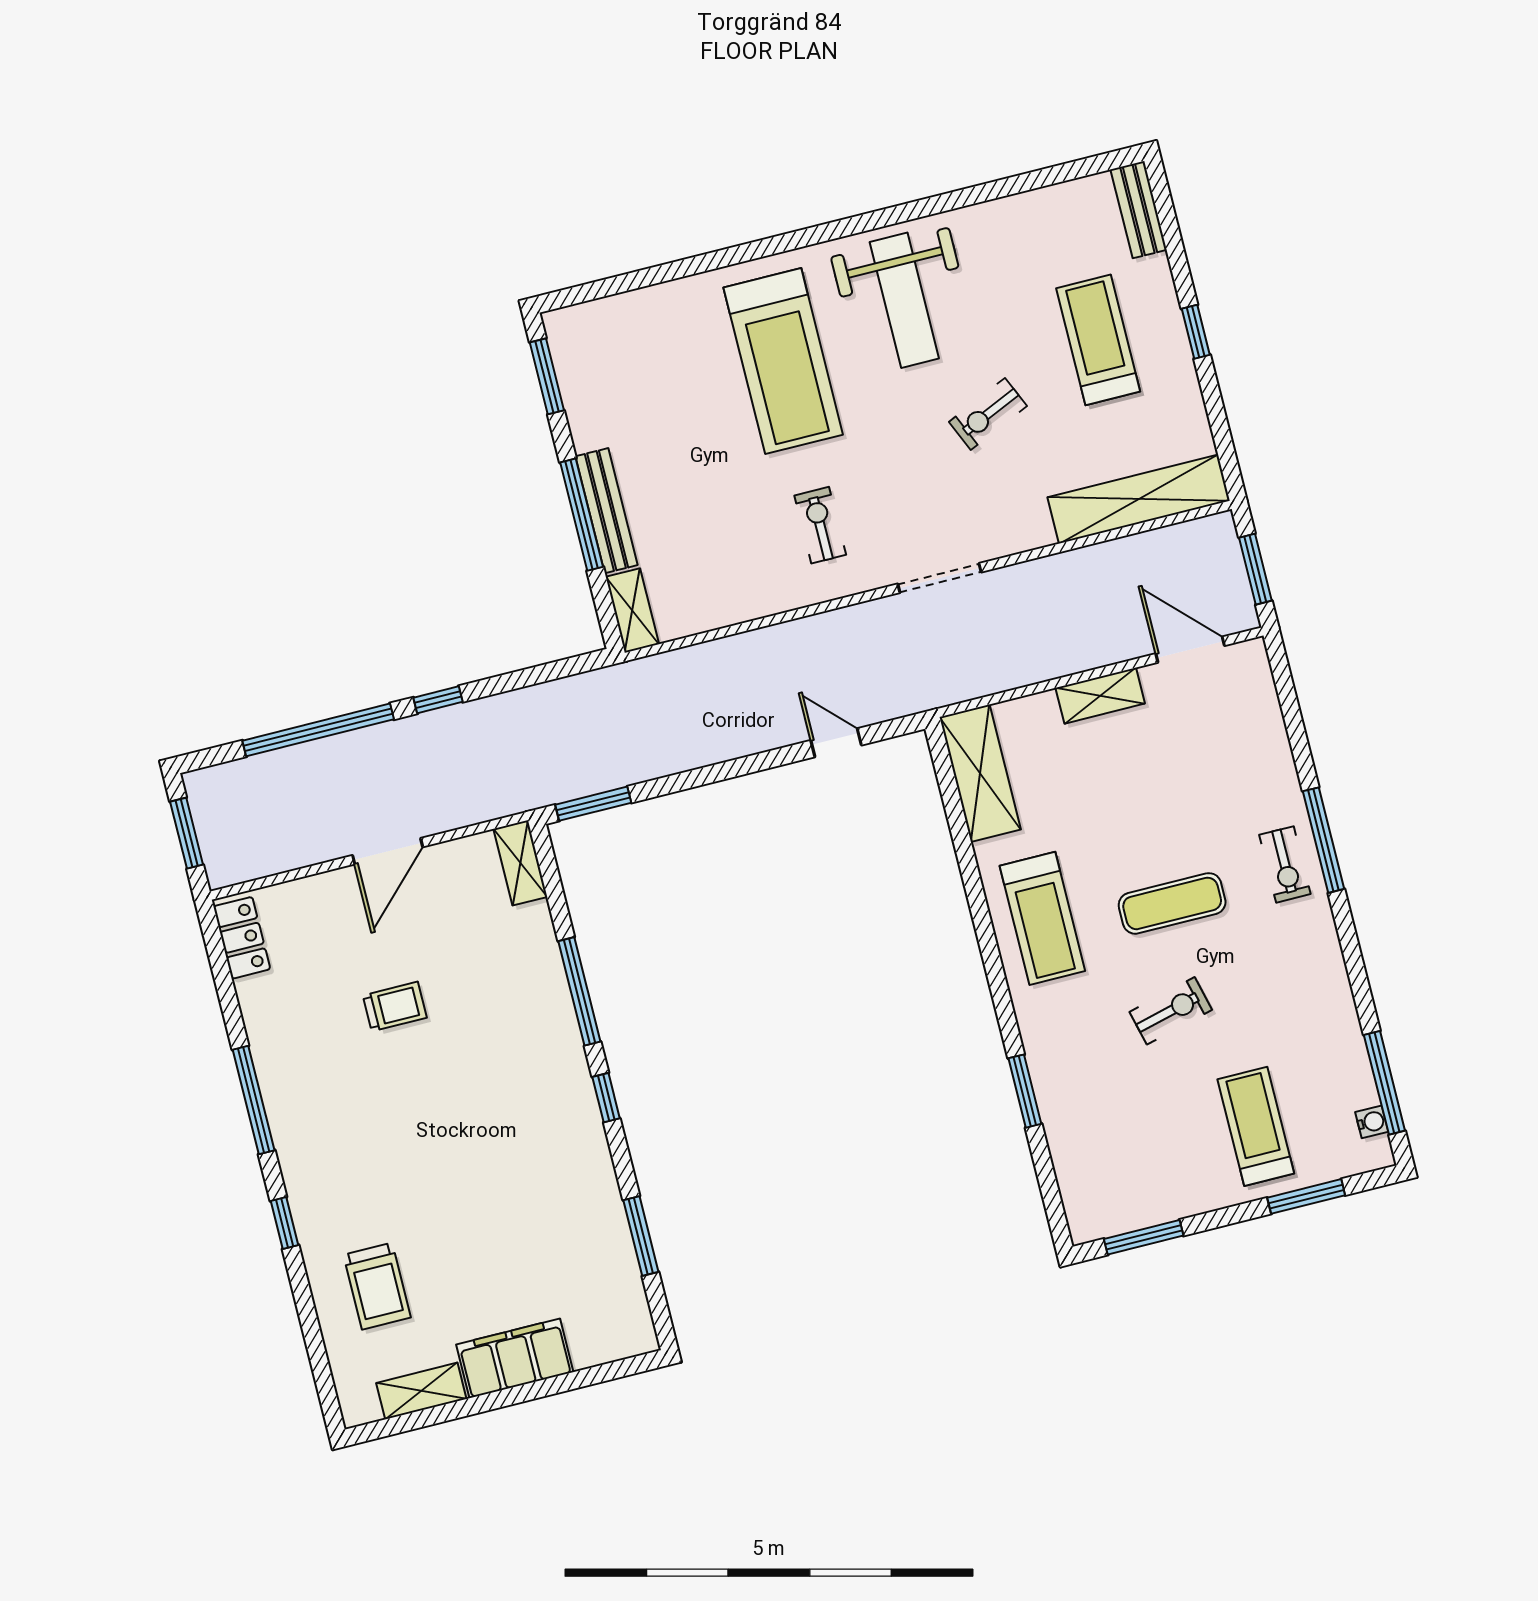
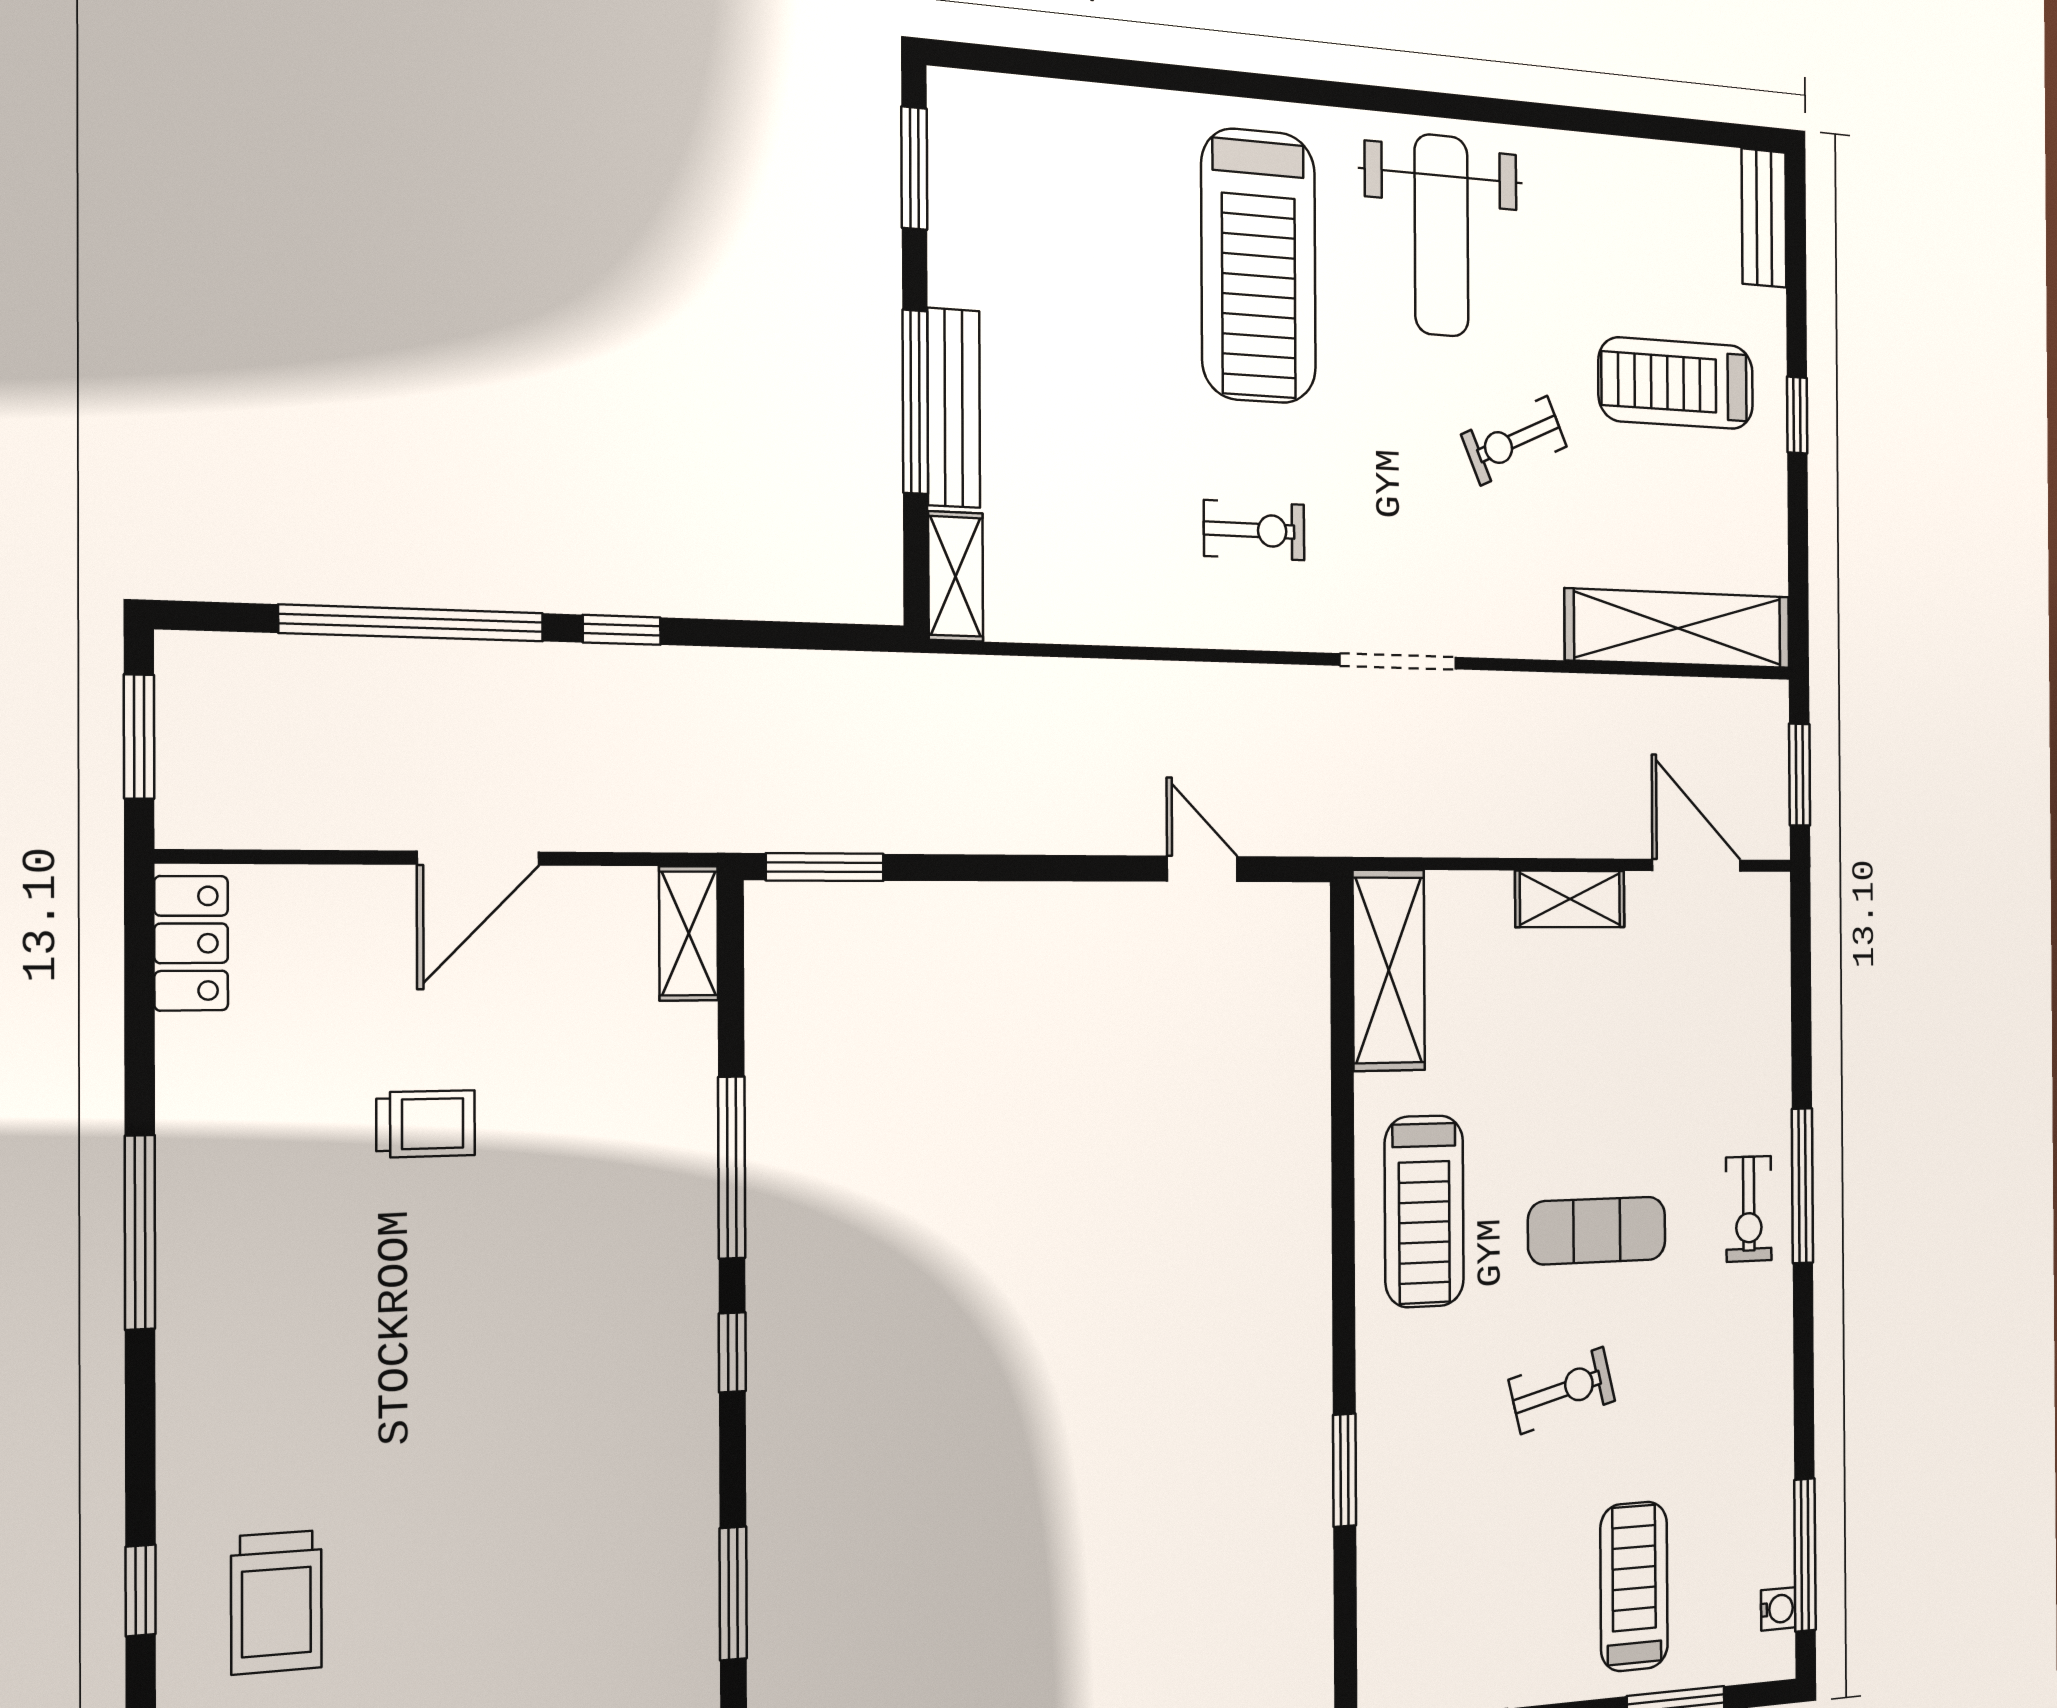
treadmill: (1098, 340) -> (1676, 383), turned -90
exercise bike: (820, 525) -> (1254, 530), turned 90
window: (284, 1223) -> (141, 1590), moved

